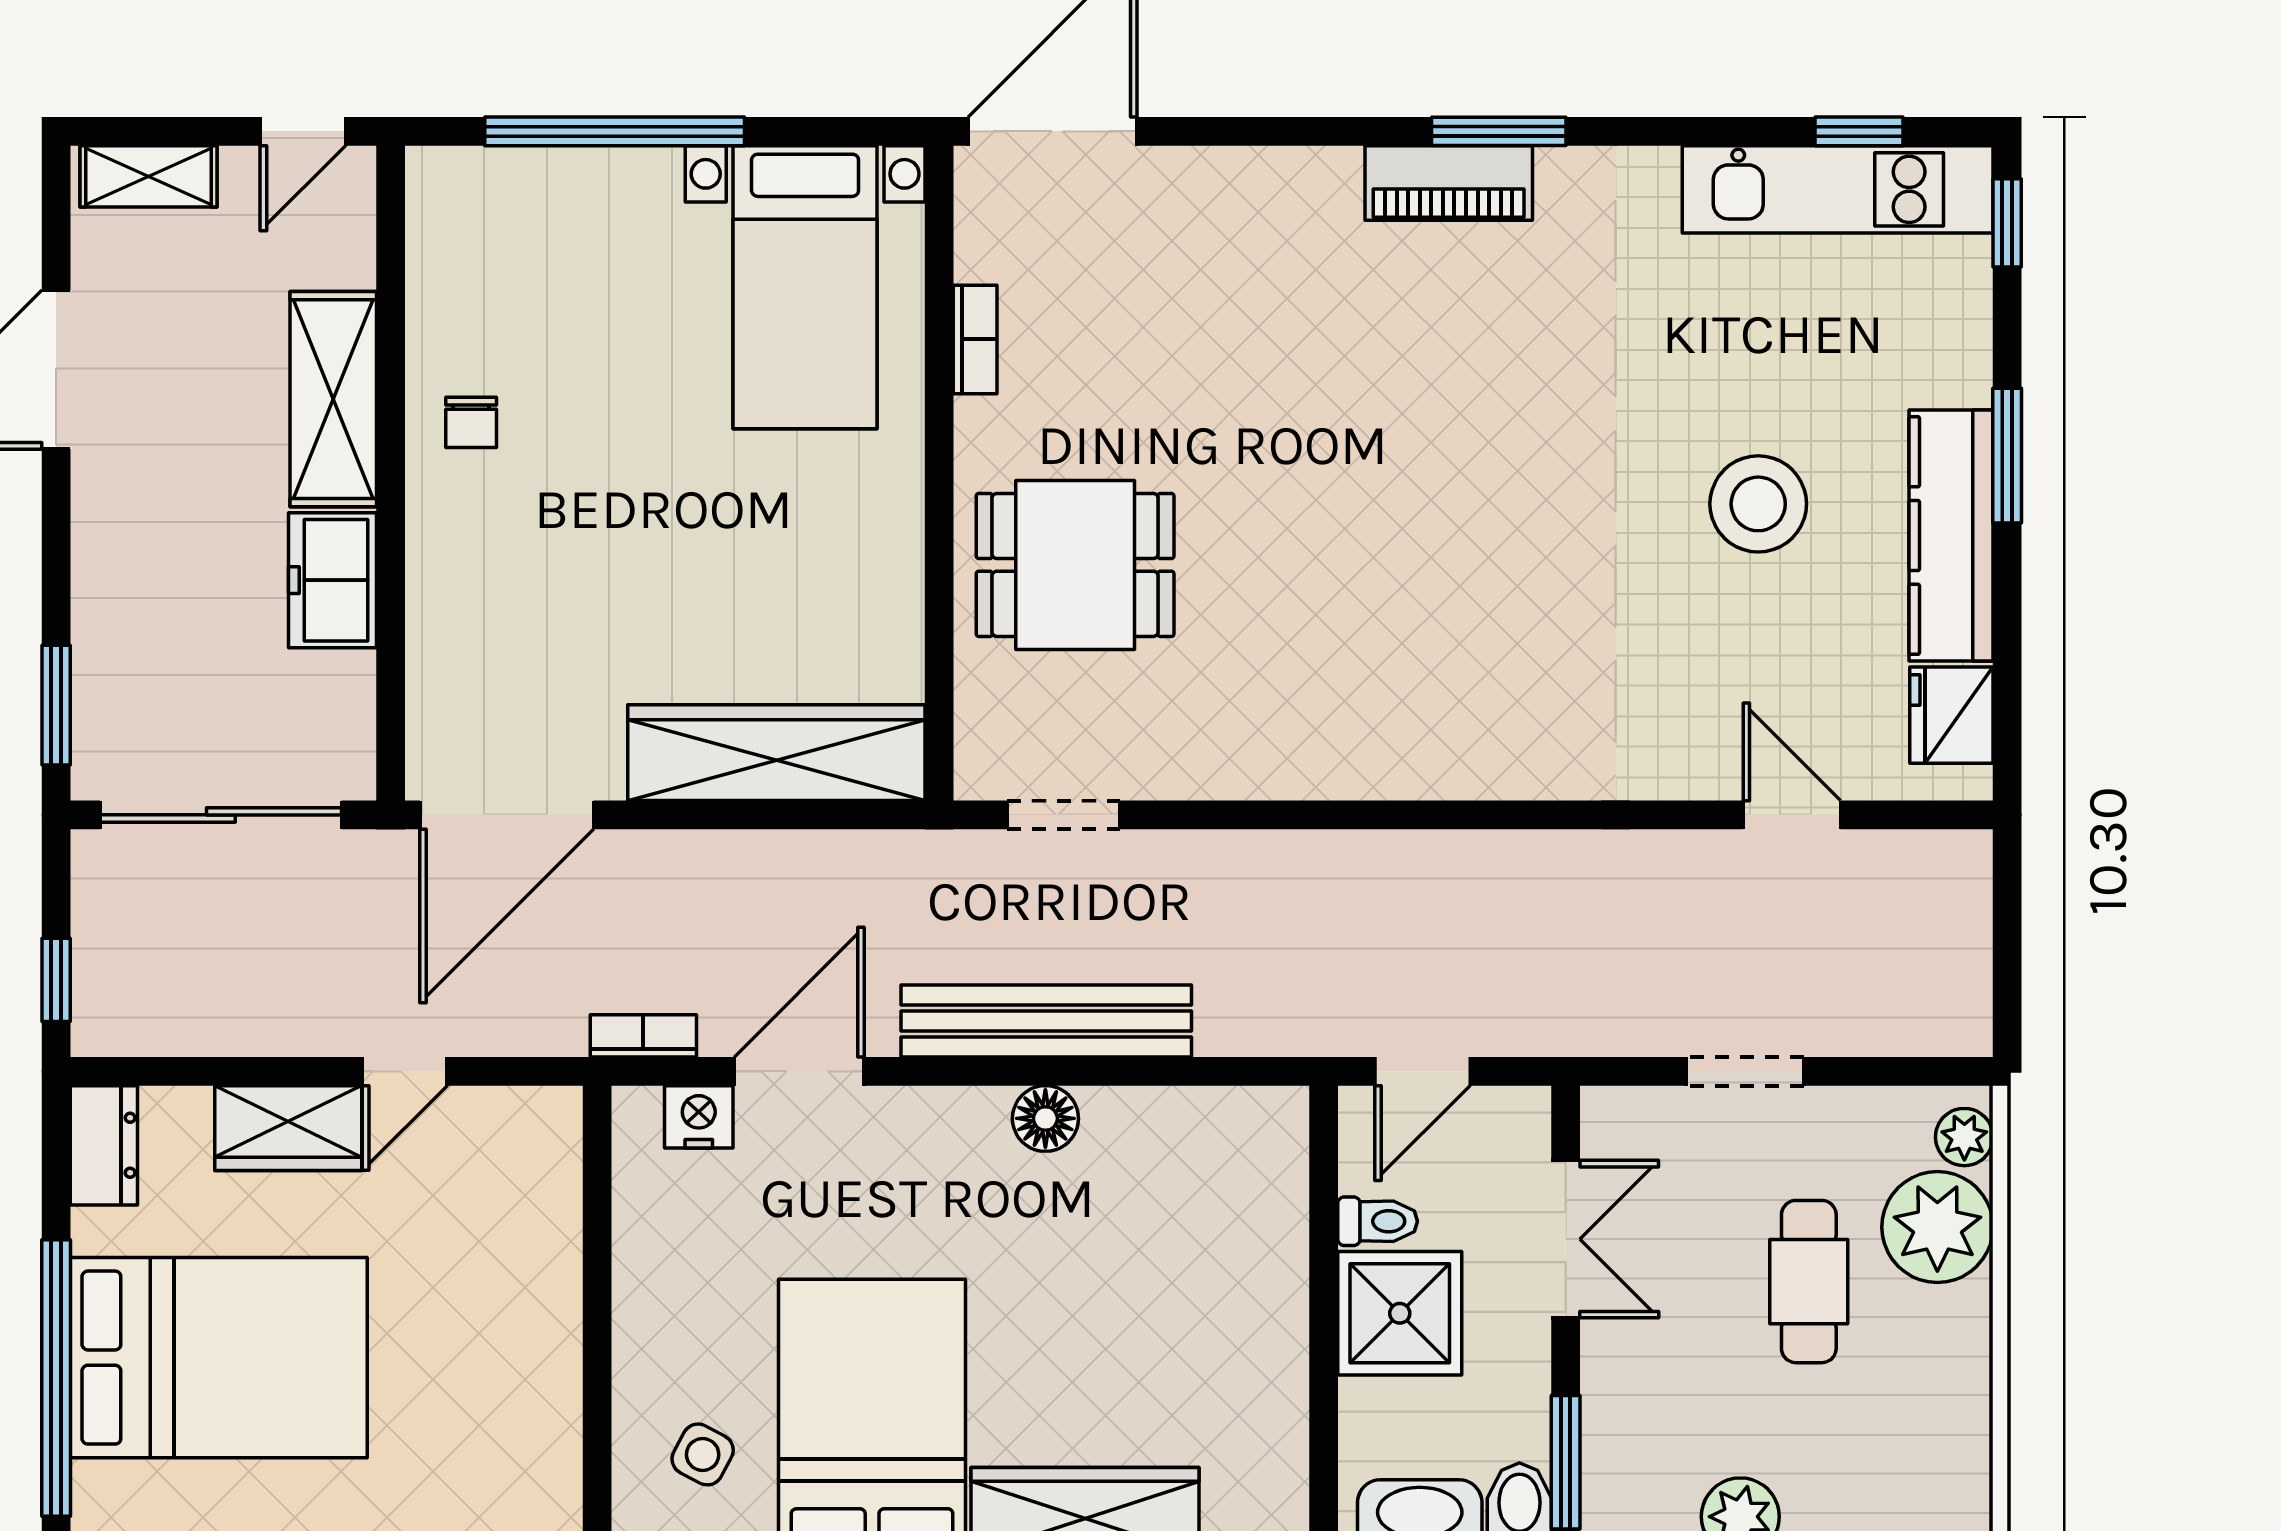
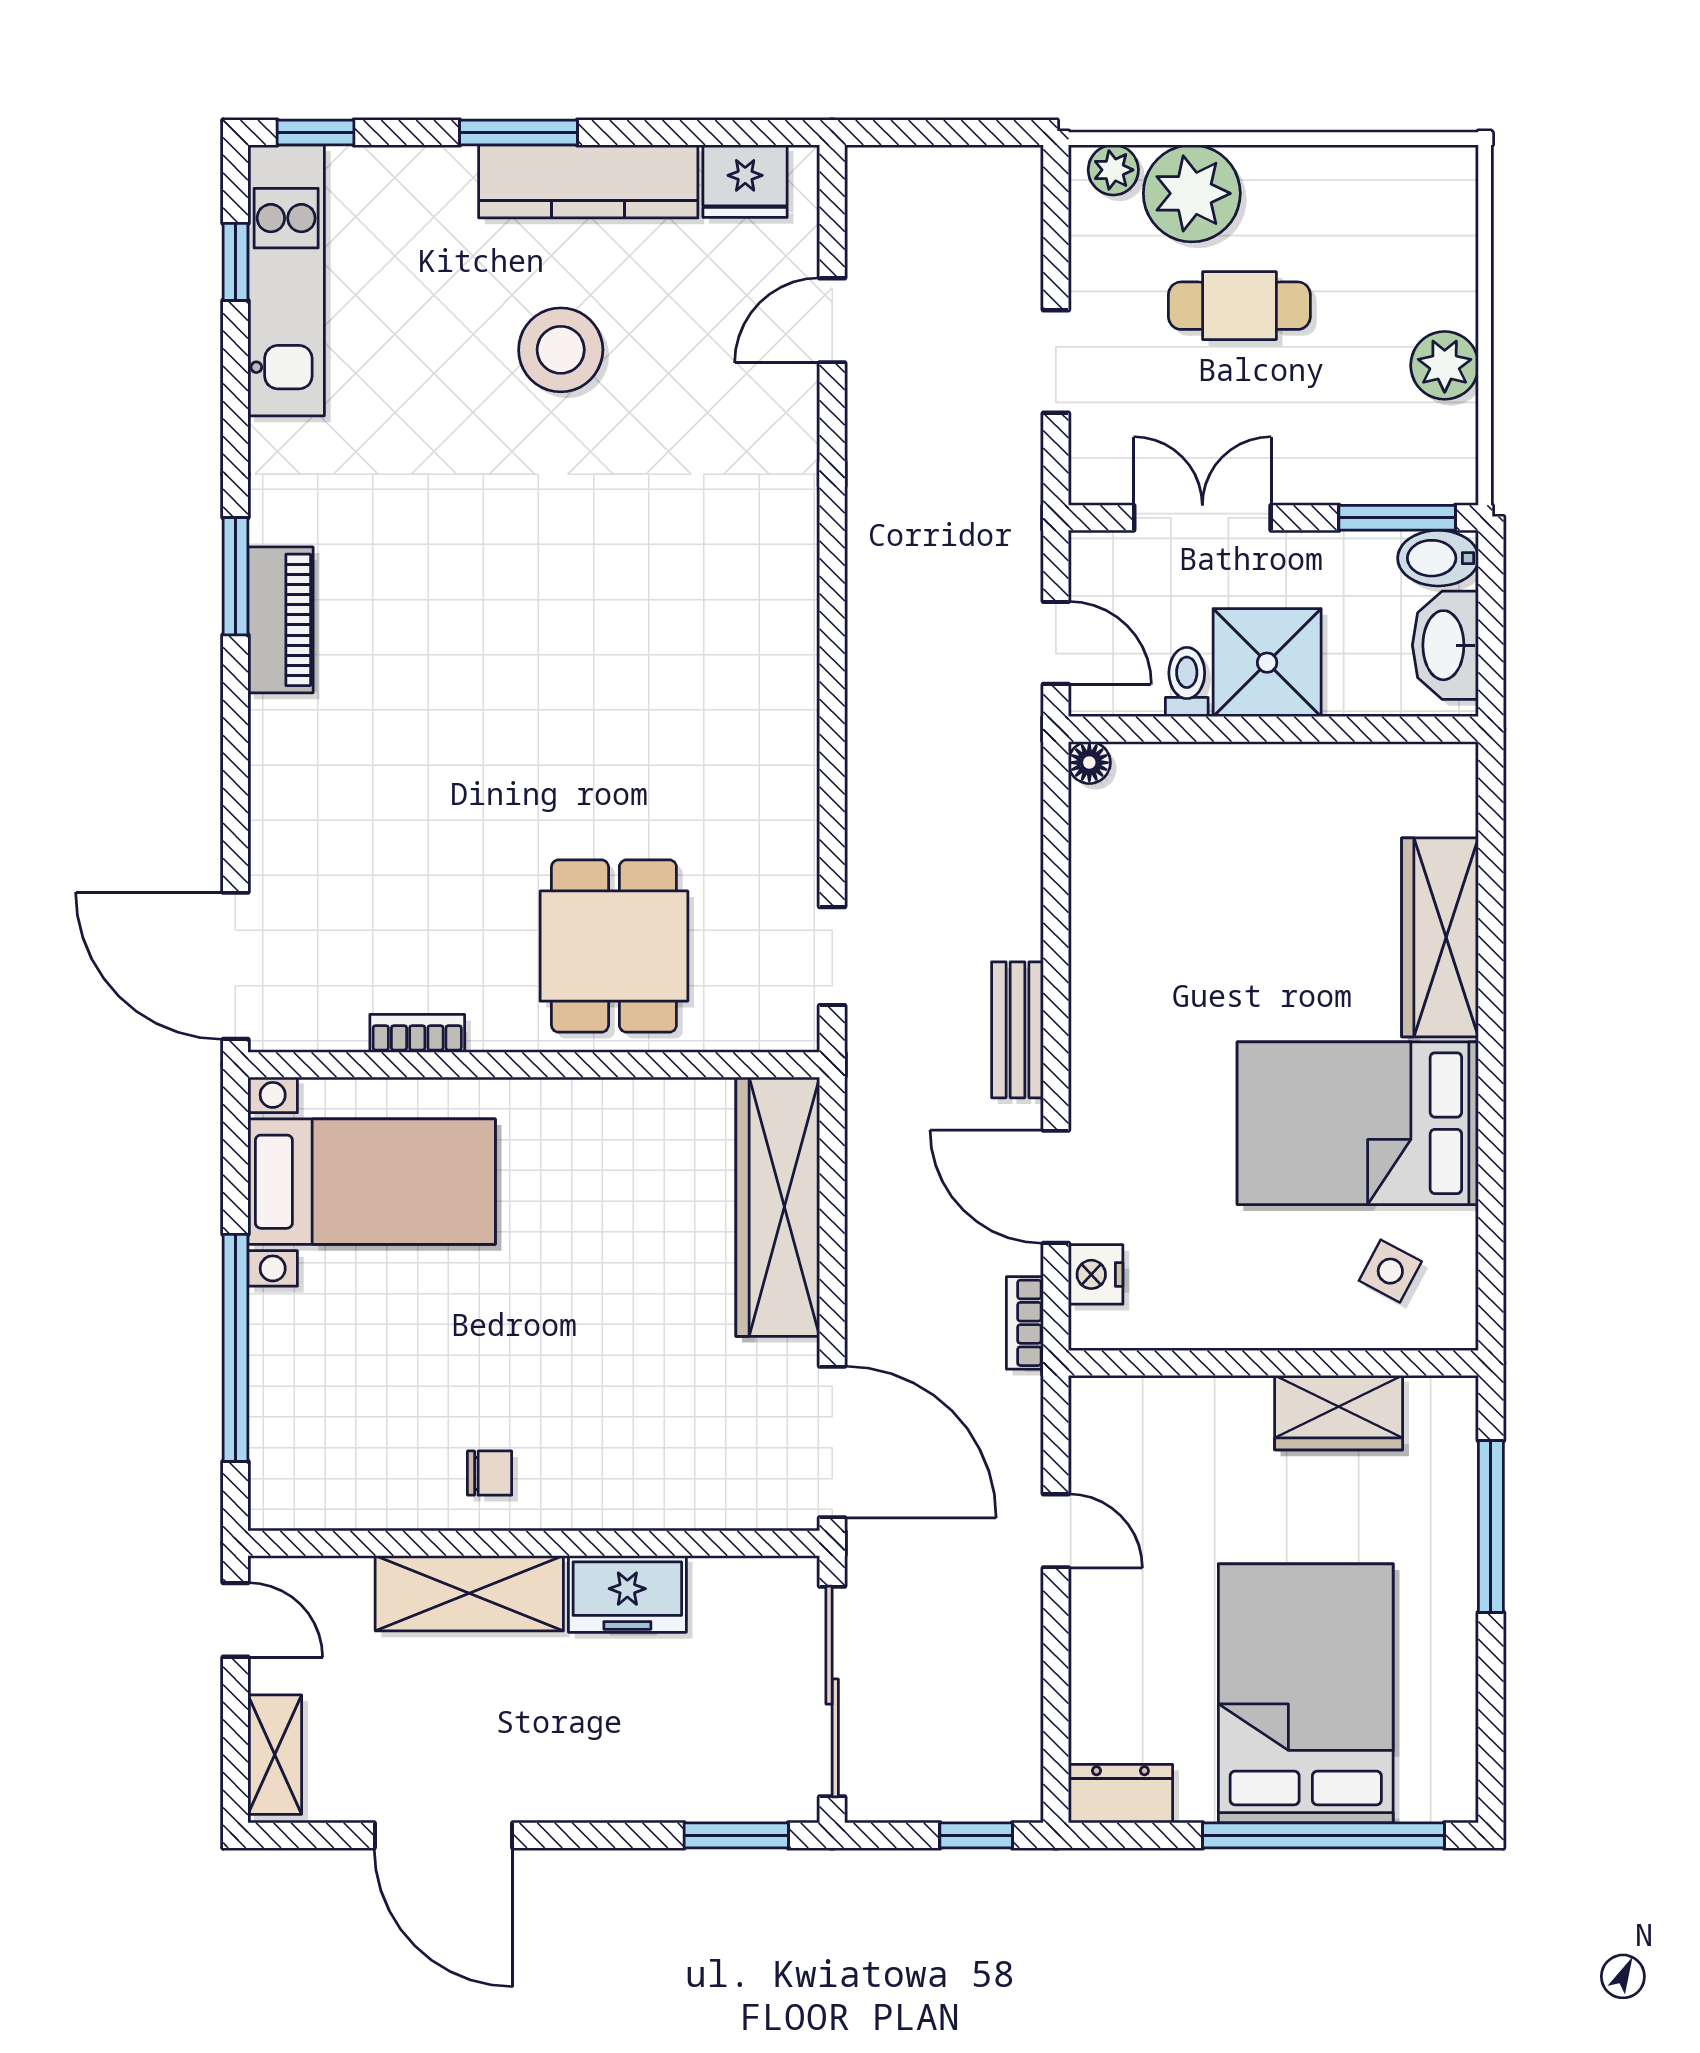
bench: (1046, 1021) -> (1017, 1030), width x0.54, depth x0.82
floor lamp: (1045, 1118) -> (1089, 763), moved, width x0.73, depth x0.73
wardrobe: (288, 1128) -> (1339, 1413), moved, turned 90

